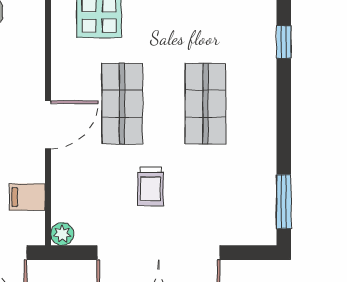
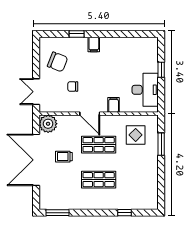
filing cabinet: (27, 197) -> (114, 105), moved
plant: (62, 234) -> (48, 124), width x1.87, depth x1.87

